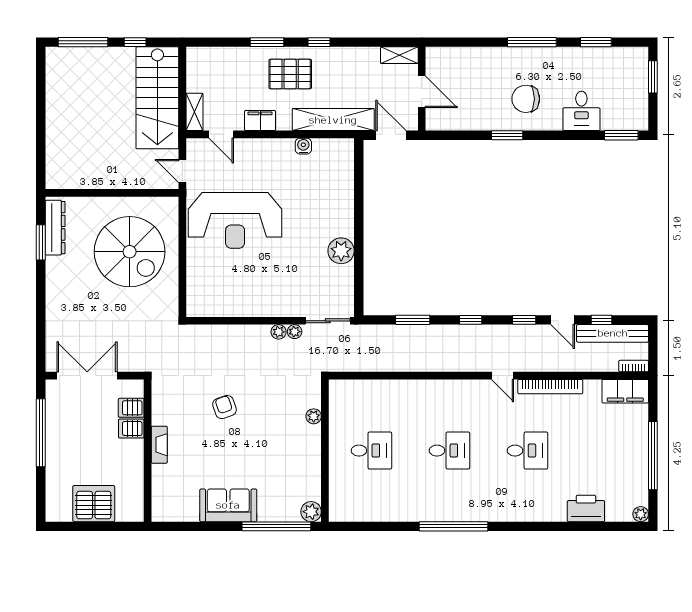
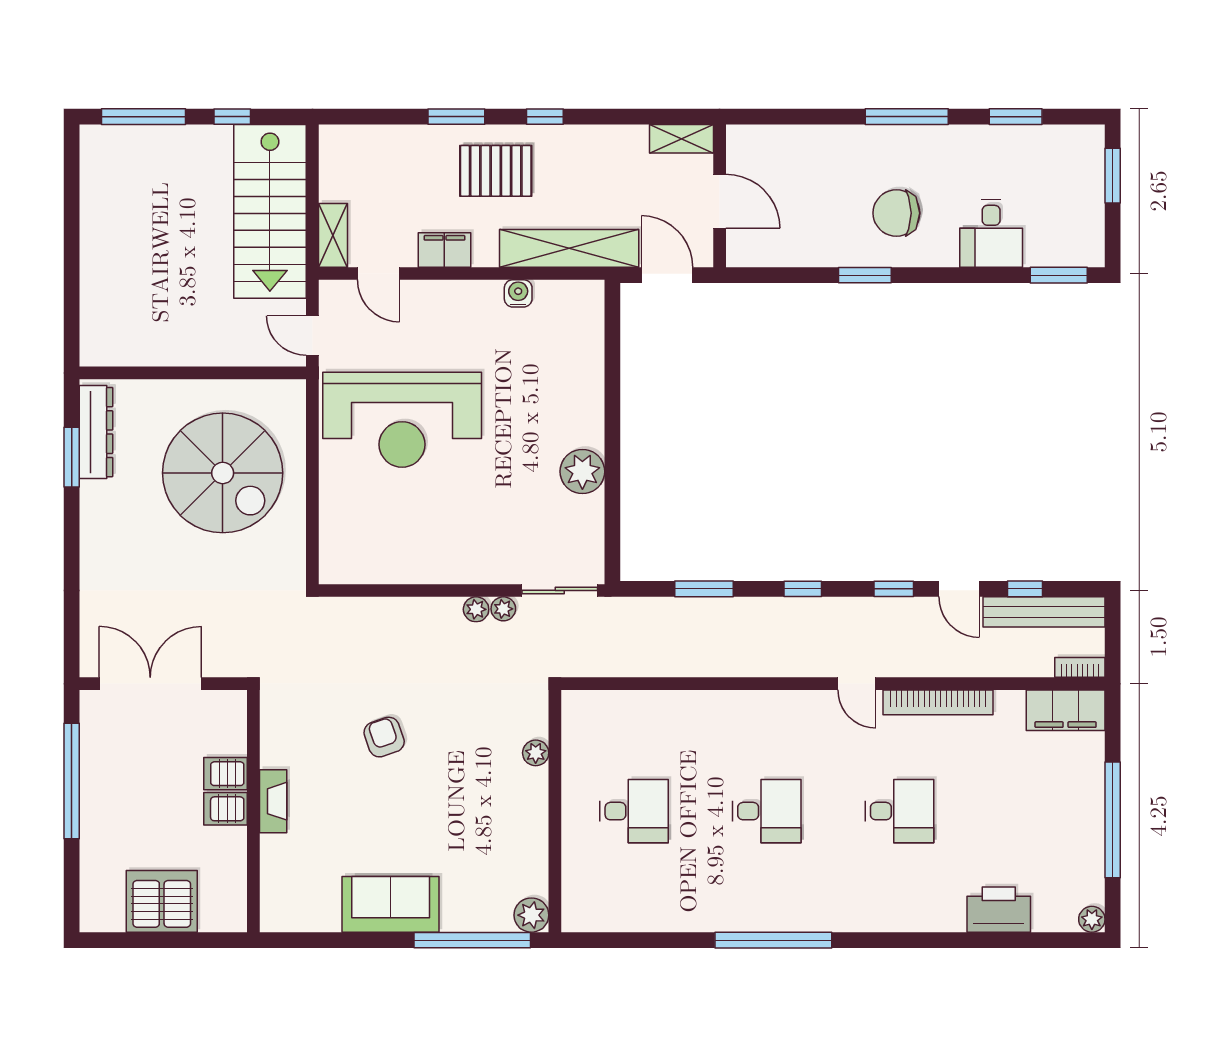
server rack: (131, 408) -> (225, 809), moved

